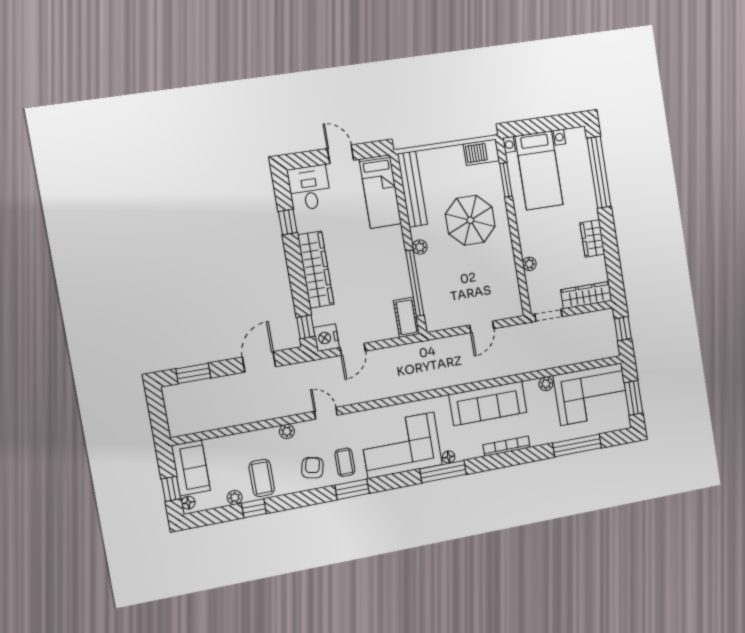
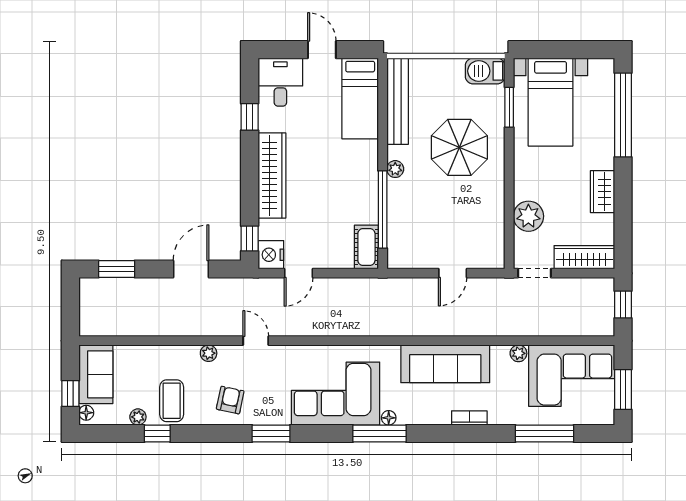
plant: (529, 264) -> (528, 216), width x1.88, depth x1.88
bookcase: (507, 446) -> (469, 418), width x0.64
coffee table: (345, 462) -> (268, 401), removed

